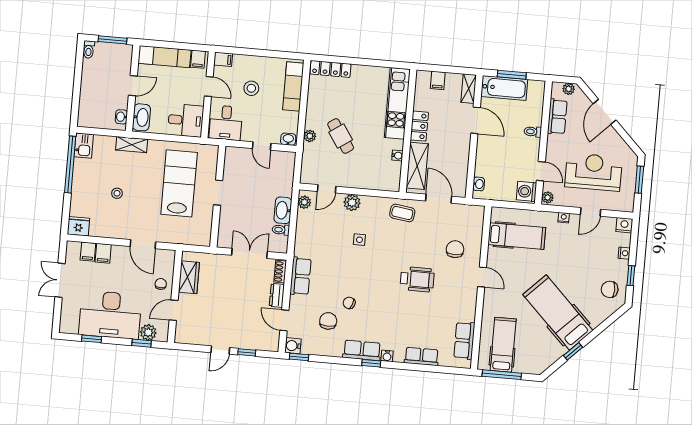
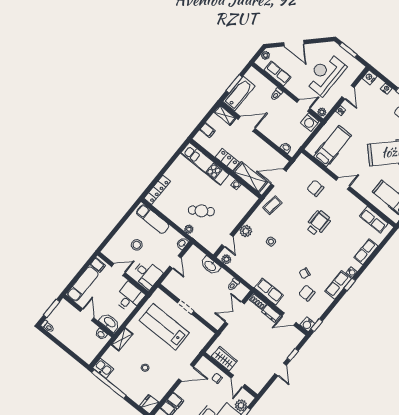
filing cabinet: (223, 59) -> (108, 250), removed
door: (262, 146) -> (175, 262), hinge flipped
washbasin: (283, 210) -> (210, 266), moved

